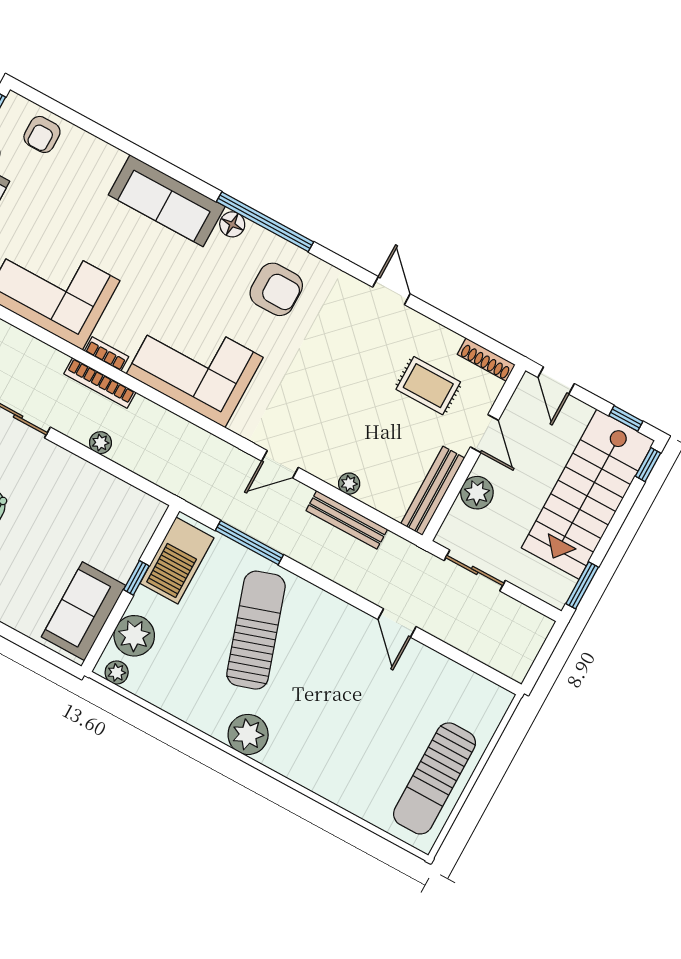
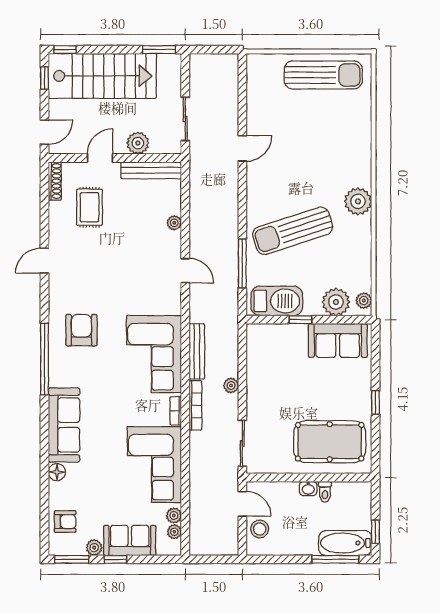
floor lamp: (232, 224) -> (57, 472), moved
bench: (347, 520) -> (197, 351), moved

